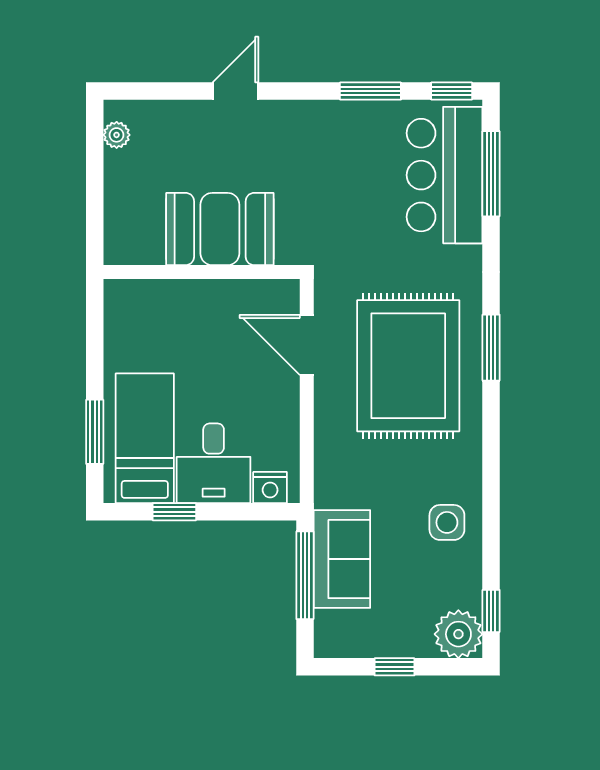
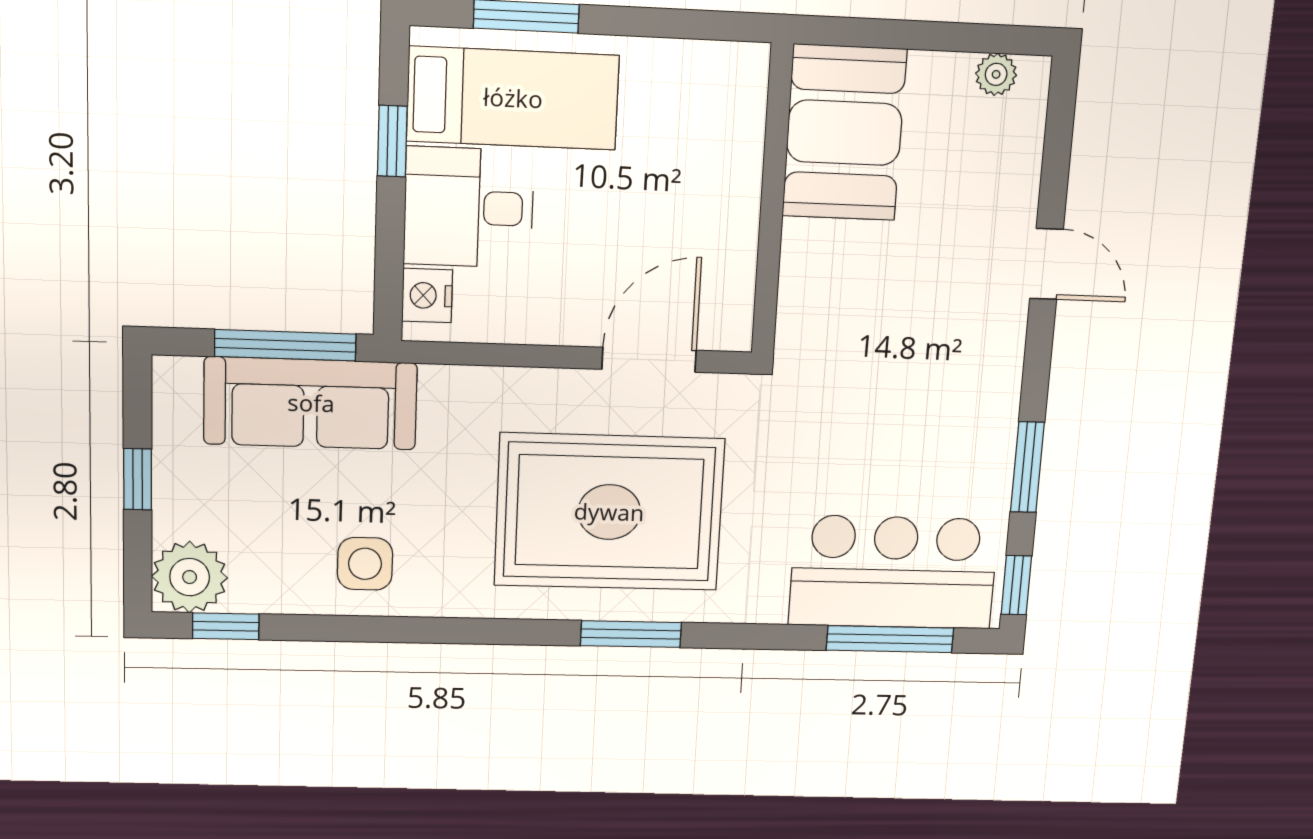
booth: (220, 229) -> (844, 133), moved
sofa: (342, 559) -> (311, 403), width x1.36

